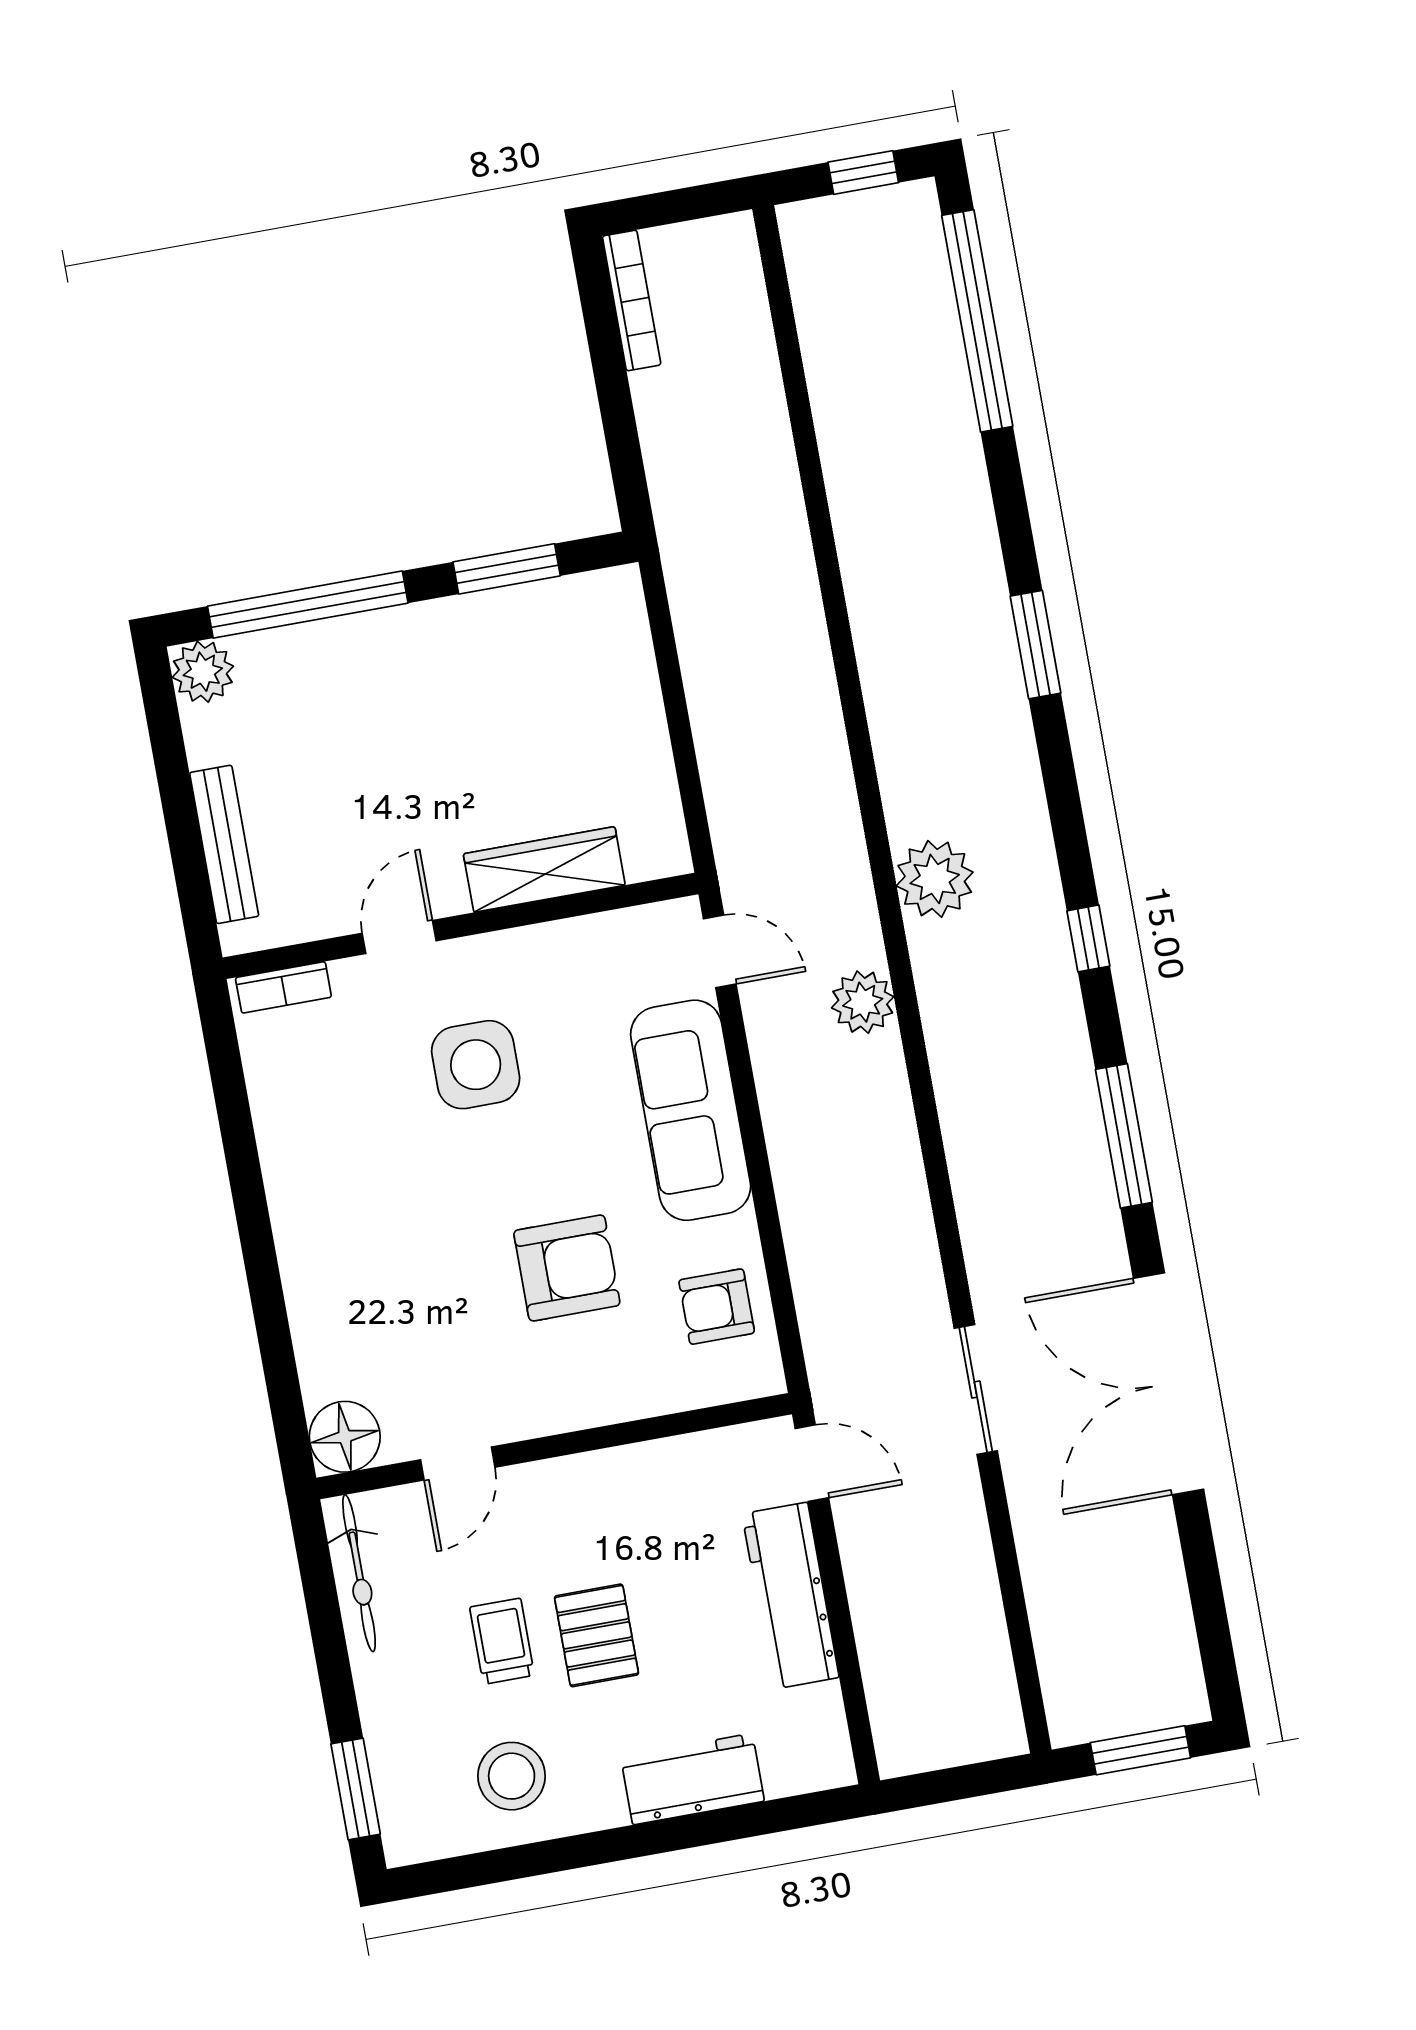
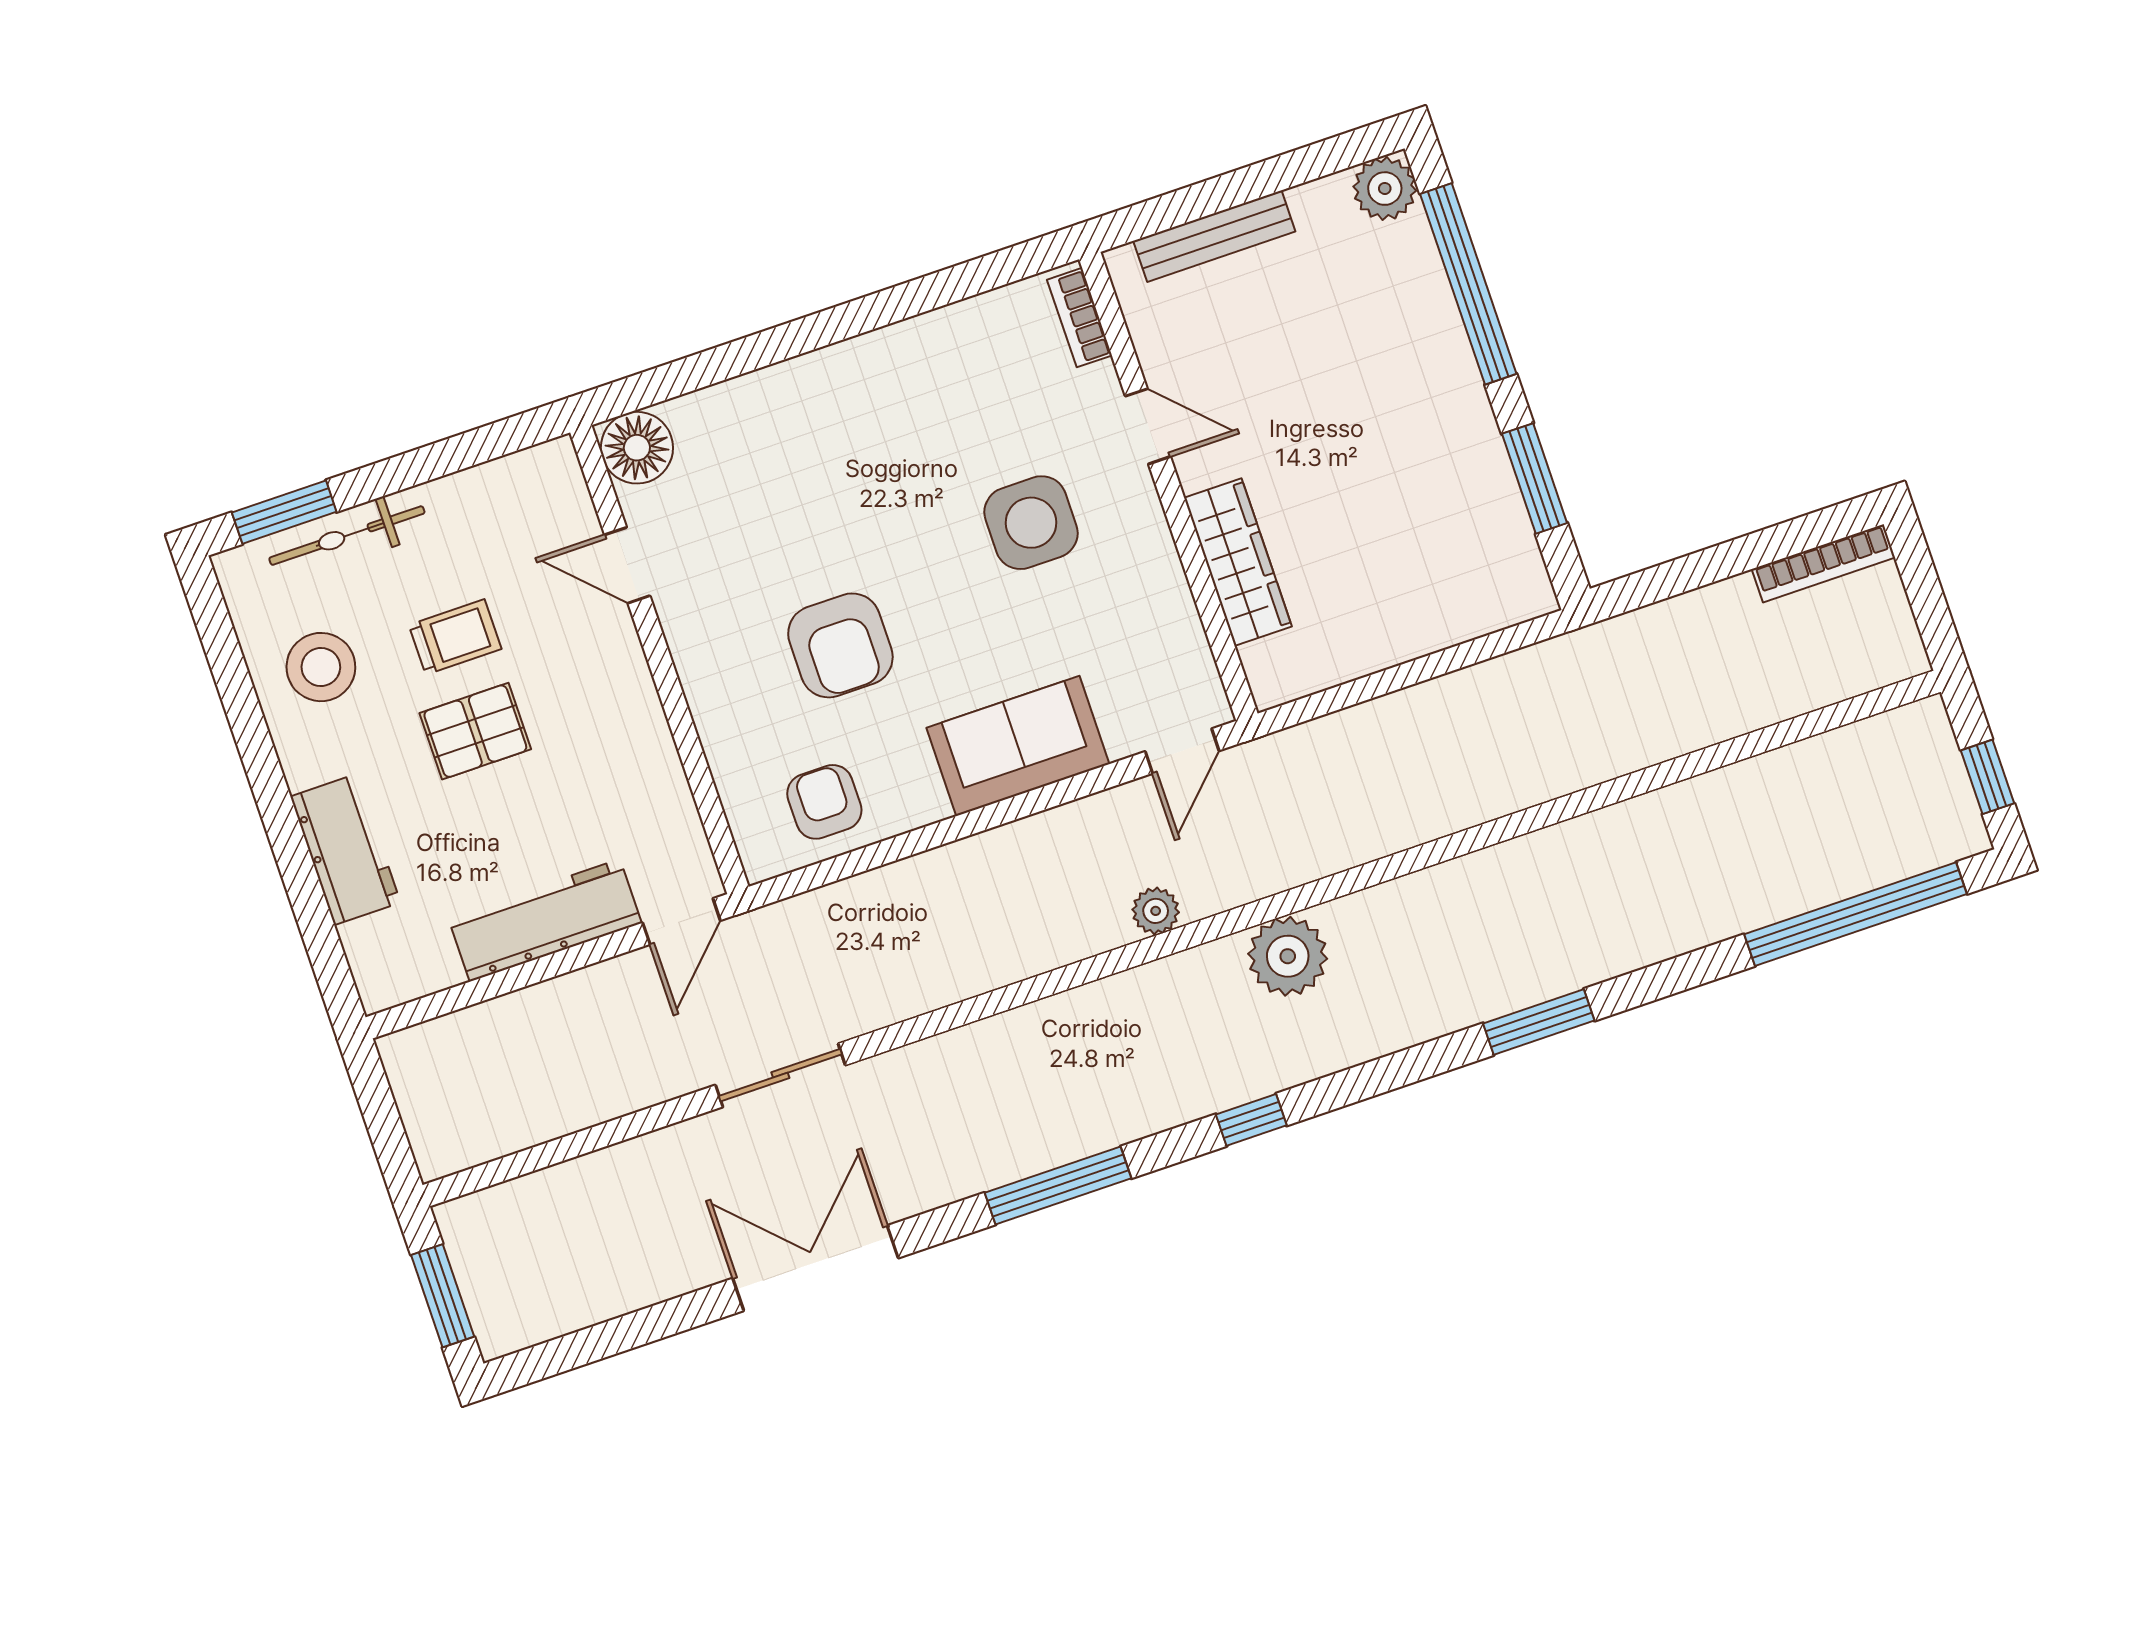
plant: (863, 1002) -> (1156, 911), width x0.73, depth x0.73
sofa: (691, 1110) -> (1018, 746), width x0.73
double door: (1168, 1384) -> (816, 1268), width x0.73
bicycle: (359, 1573) -> (347, 536), moved

